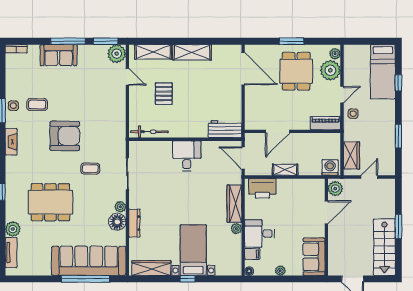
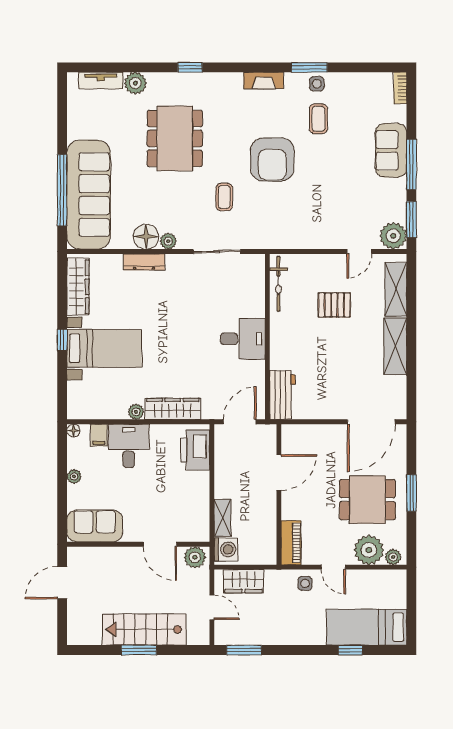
door: (278, 131) -> (279, 472), swing flipped
window: (398, 136) -> (244, 650), moved
shelving: (285, 170) -> (223, 518), moved
stairs: (384, 247) -> (144, 630), moved

